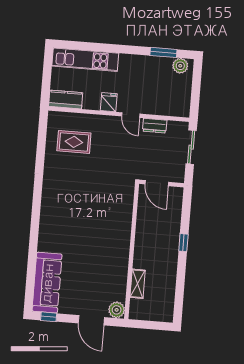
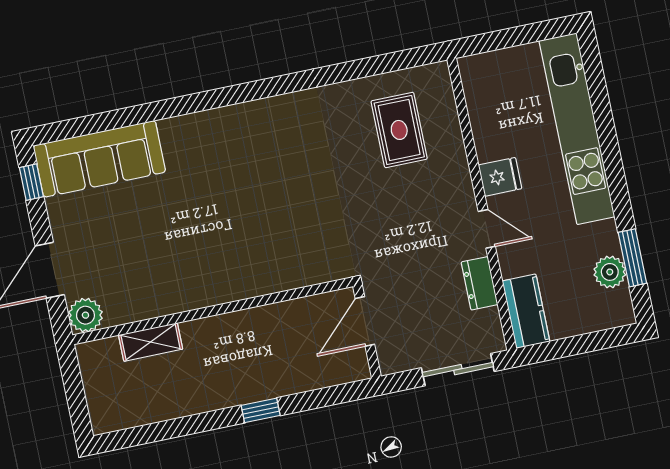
kitchen unit: (85, 60) -> (577, 129), width x1.36
plant: (180, 66) -> (610, 272), moved
kitchen counter: (66, 99) -> (526, 311), moved
door: (131, 115) -> (487, 229), swing flipped

